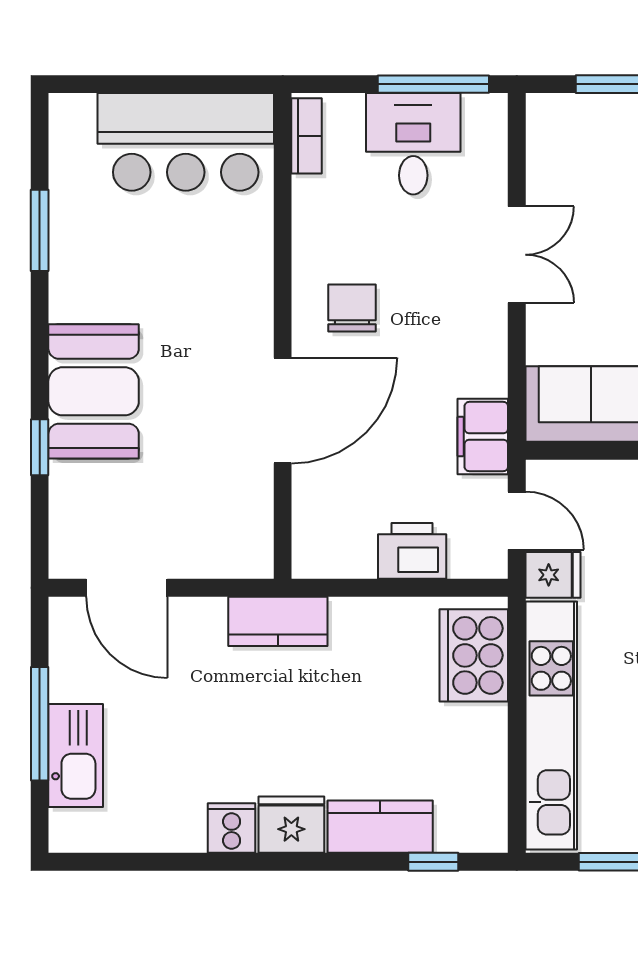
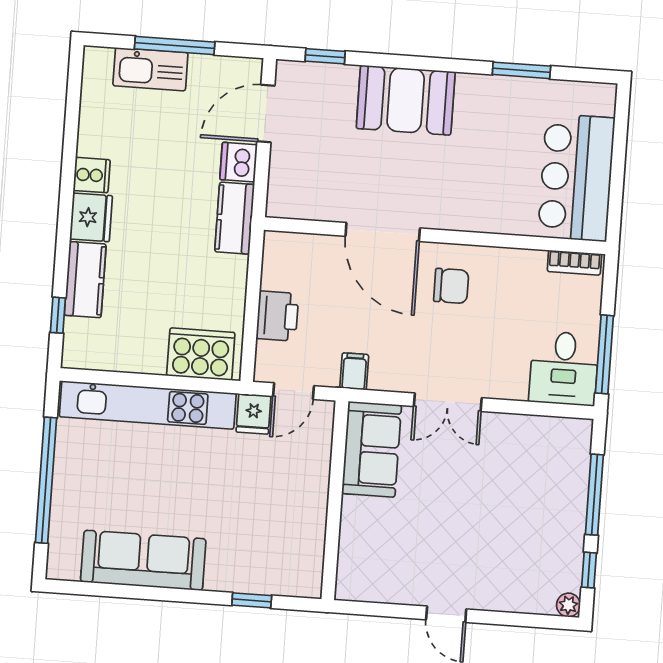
desk: (413, 144) -> (564, 368), moved, turned 90
double door: (517, 255) -> (448, 402), moved
filing cabinet: (483, 437) -> (354, 371), width x0.50
window: (40, 447) -> (325, 56), moved
dishwasher: (198, 621) -> (239, 162), added

